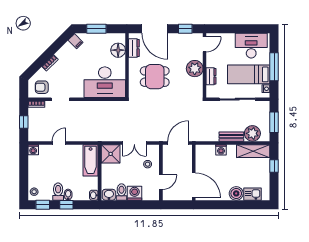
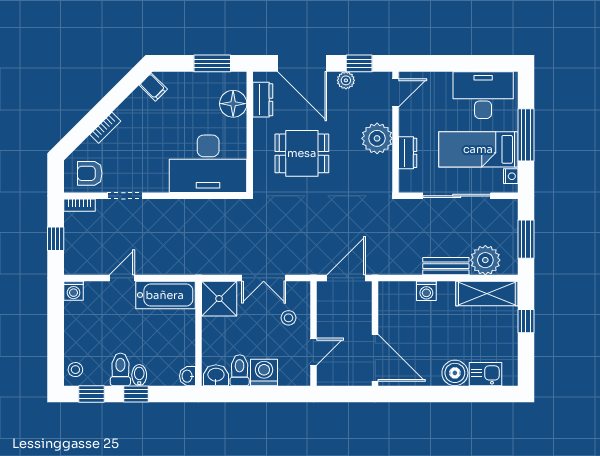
window: (96, 29) -> (212, 63), moved
plant: (178, 38) -> (346, 80), added
bathtub: (91, 160) -> (165, 295), moved, turned -90

